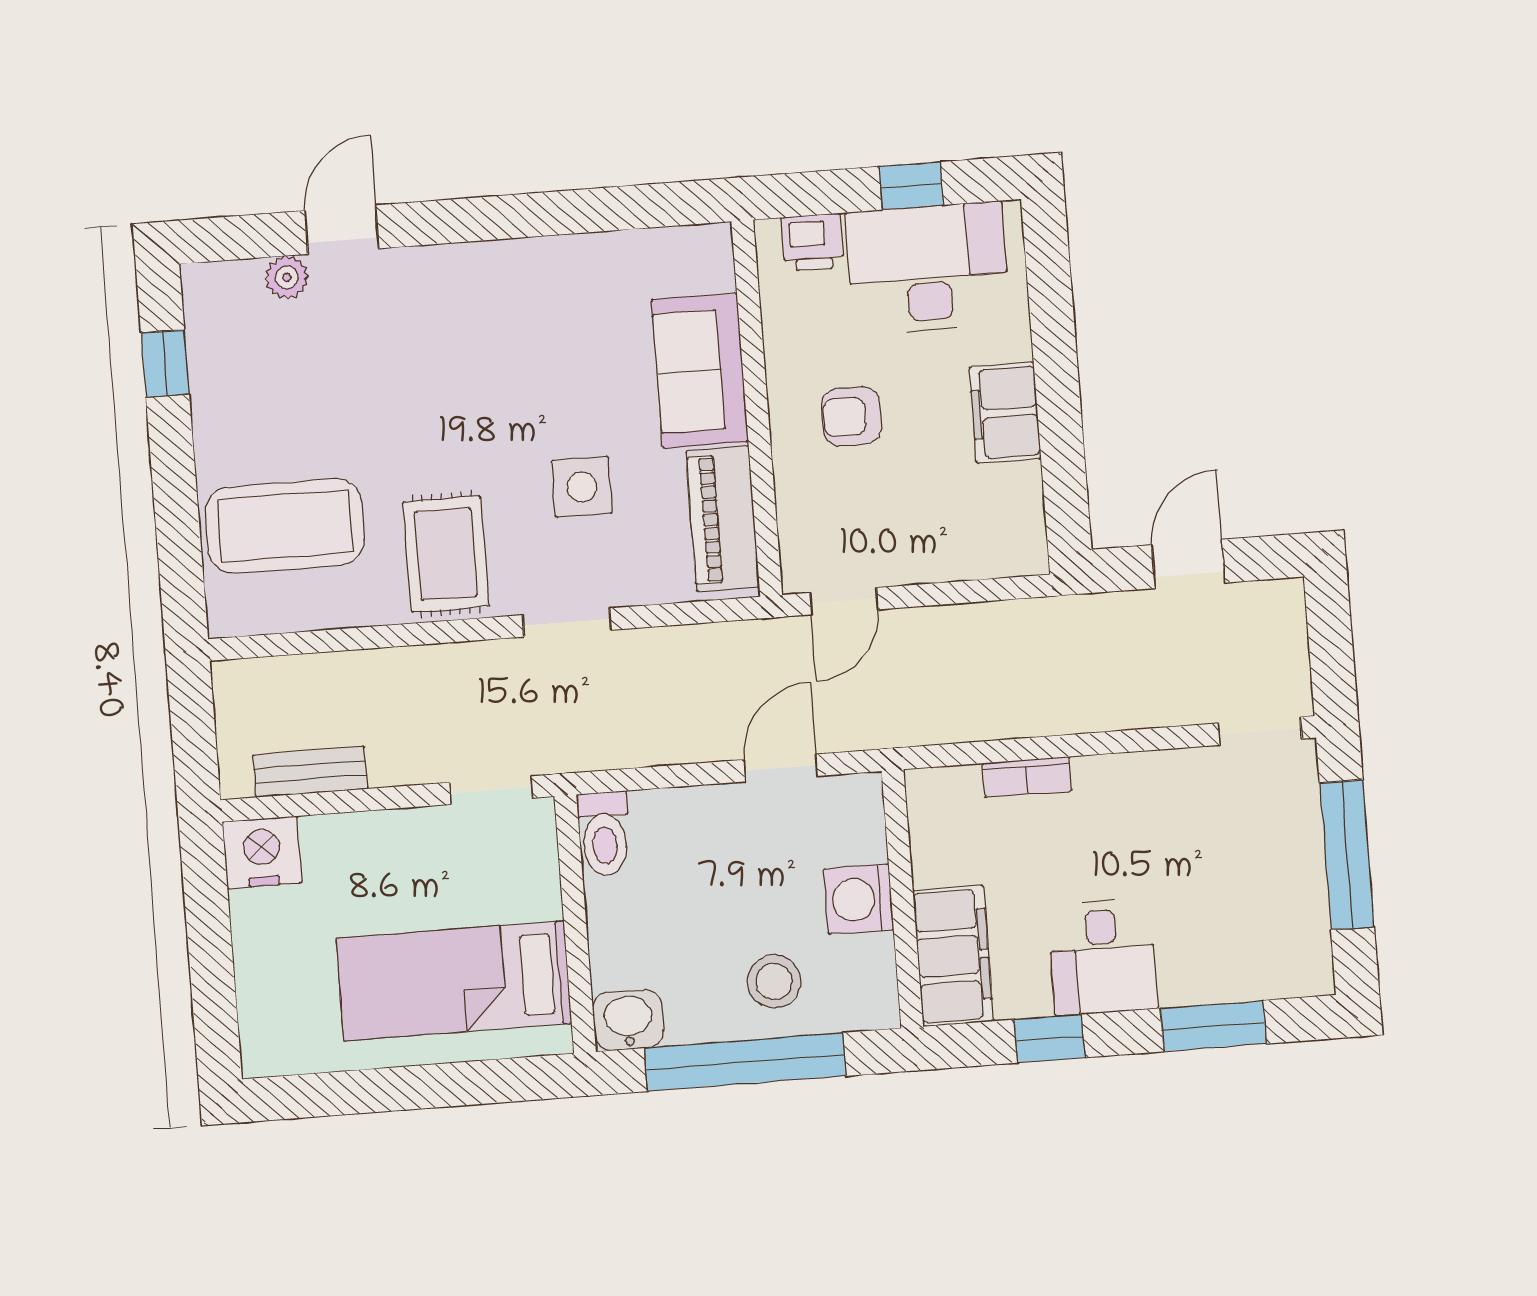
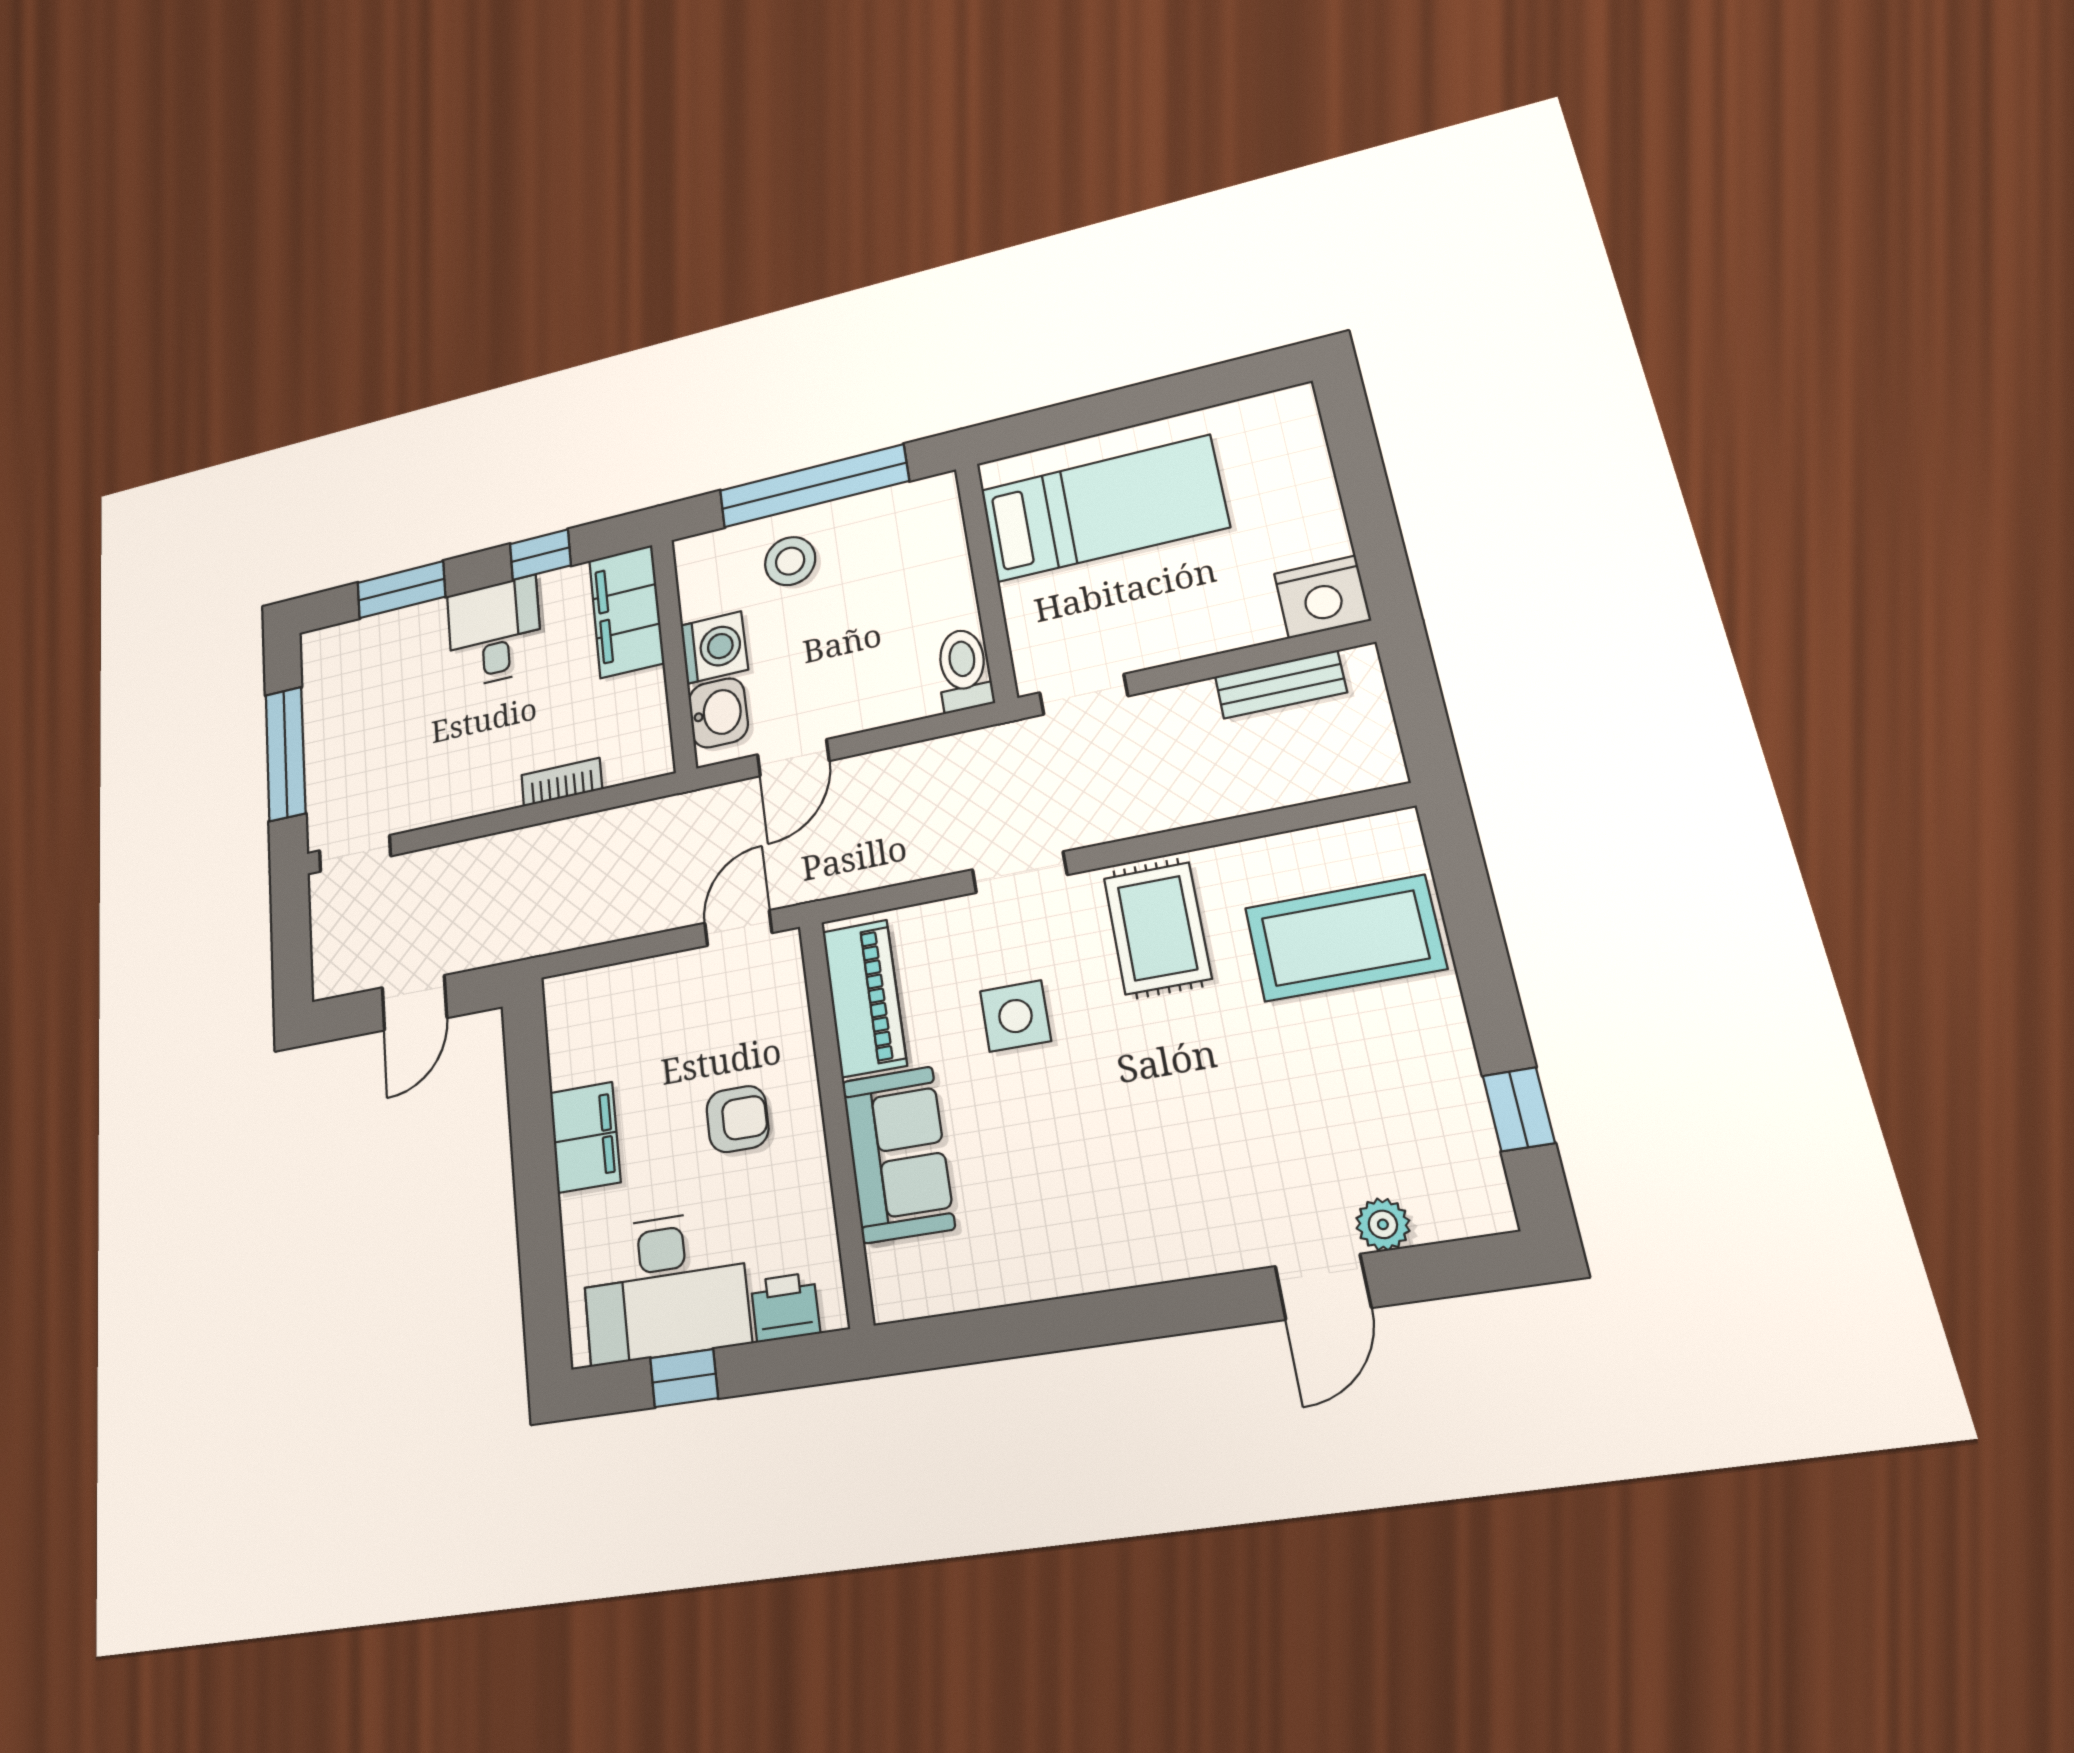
washbasin: (628, 1020) -> (718, 713), moved, turned -90

